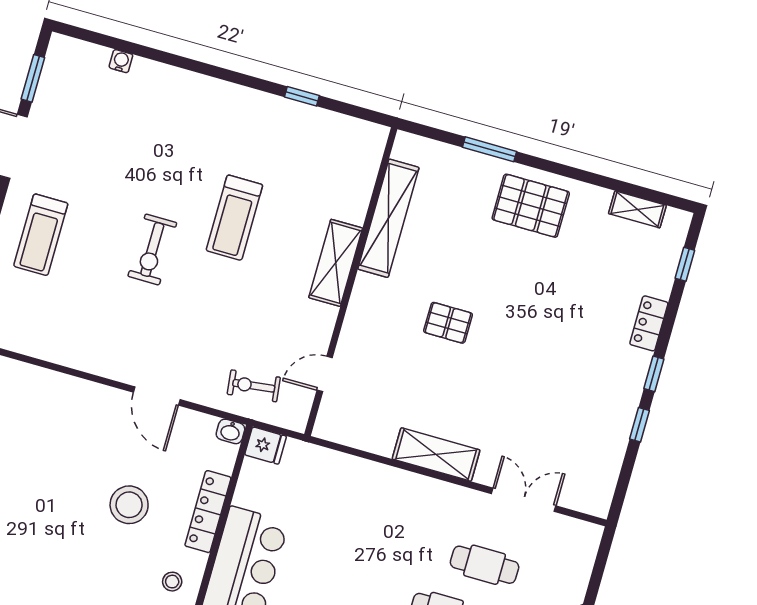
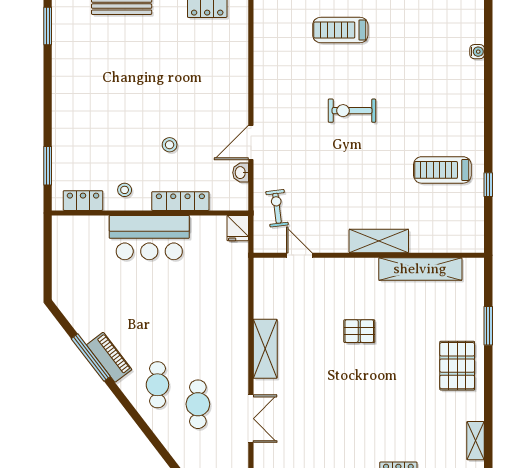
treadmill: (234, 218) -> (442, 170), moved
pallet: (448, 323) -> (359, 331), turned 90
washbasin: (230, 431) -> (241, 173), moved
stool: (129, 505) -> (170, 145), width x0.53, depth x0.53

